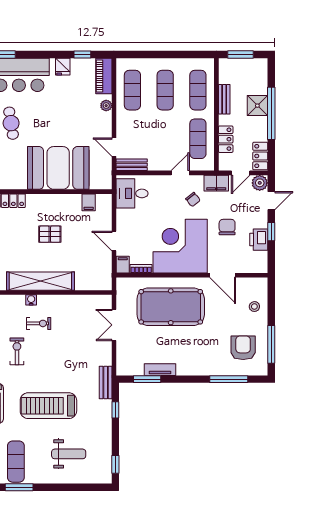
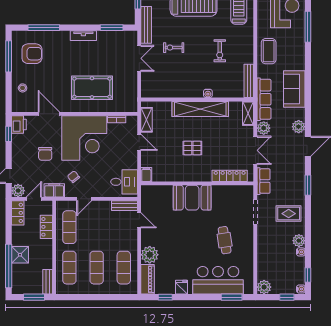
bench: (224, 99) -> (48, 282), moved
plant: (106, 106) -> (150, 255), width x1.88, depth x1.88
window: (271, 113) -> (9, 266), moved
booth: (58, 168) -> (192, 198), width x0.73, depth x0.70
filing cabinet: (89, 202) -> (146, 174), moved
window: (271, 232) -> (9, 134), moved
printer: (259, 240) -> (19, 125), moved
filing cabinet: (123, 265) -> (132, 123), removed
shelving: (105, 268) -> (146, 120), added
pool table: (171, 307) -> (92, 88), width x0.73, depth x0.76
exercise bike: (39, 323) -> (174, 48), moved
double door: (114, 325) -> (139, 58), moved
armchair: (243, 348) -> (32, 54), turned -90
tv unit: (160, 370) -> (83, 36), moved
bench: (106, 383) -> (146, 25), width x1.36

